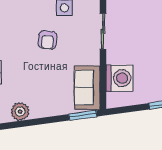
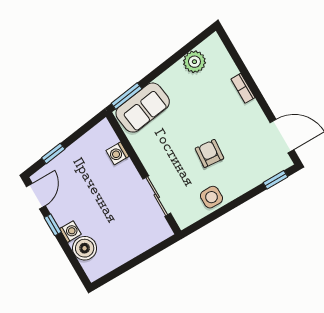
washing machine: (119, 78) -> (118, 153), width x0.53, depth x0.53
sofa: (87, 88) -> (143, 108), moved, turned 82

